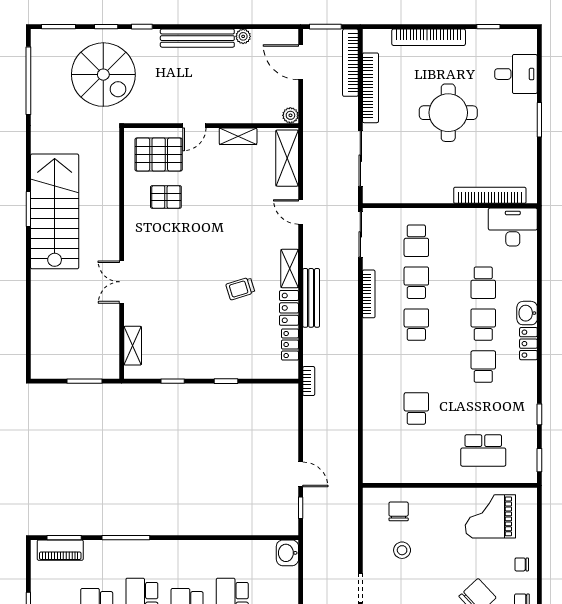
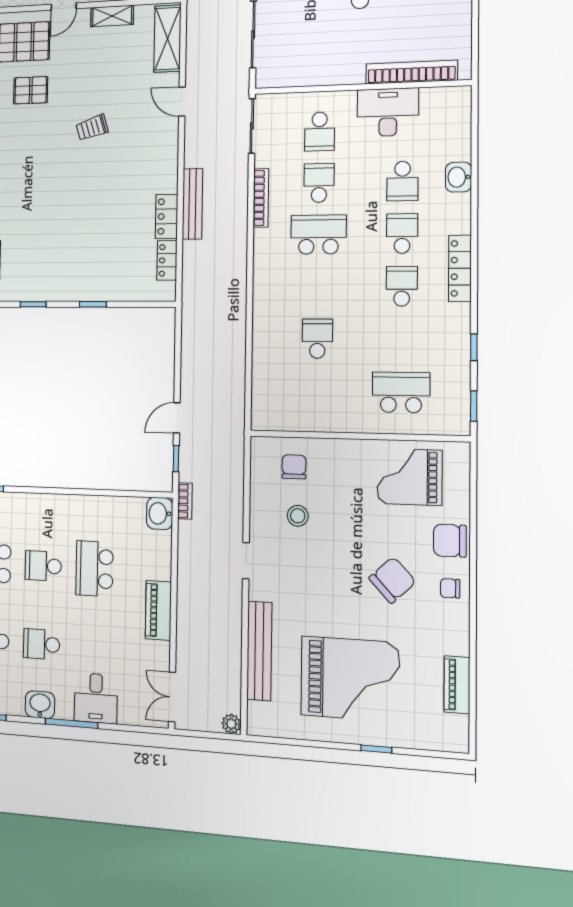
desk: (513, 227) -> (388, 112), moved
shelving: (290, 268) -> (168, 169), removed
trolley: (240, 288) -> (92, 128), moved
washbasin: (527, 313) -> (459, 177), moved
school desk: (416, 325) -> (318, 235), width x1.85
locker: (528, 344) -> (460, 268), width x1.53
bookcase: (309, 381) -> (185, 501), moved
school desk: (483, 450) -> (401, 392), turned 180
door: (301, 474) -> (177, 418), swing flipped
chair: (522, 564) -> (450, 541), width x1.87, depth x1.87

